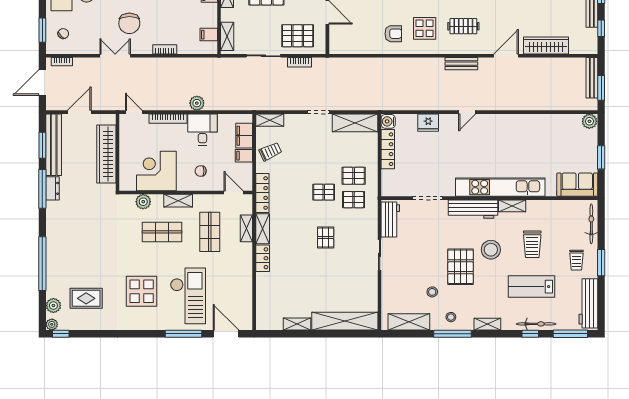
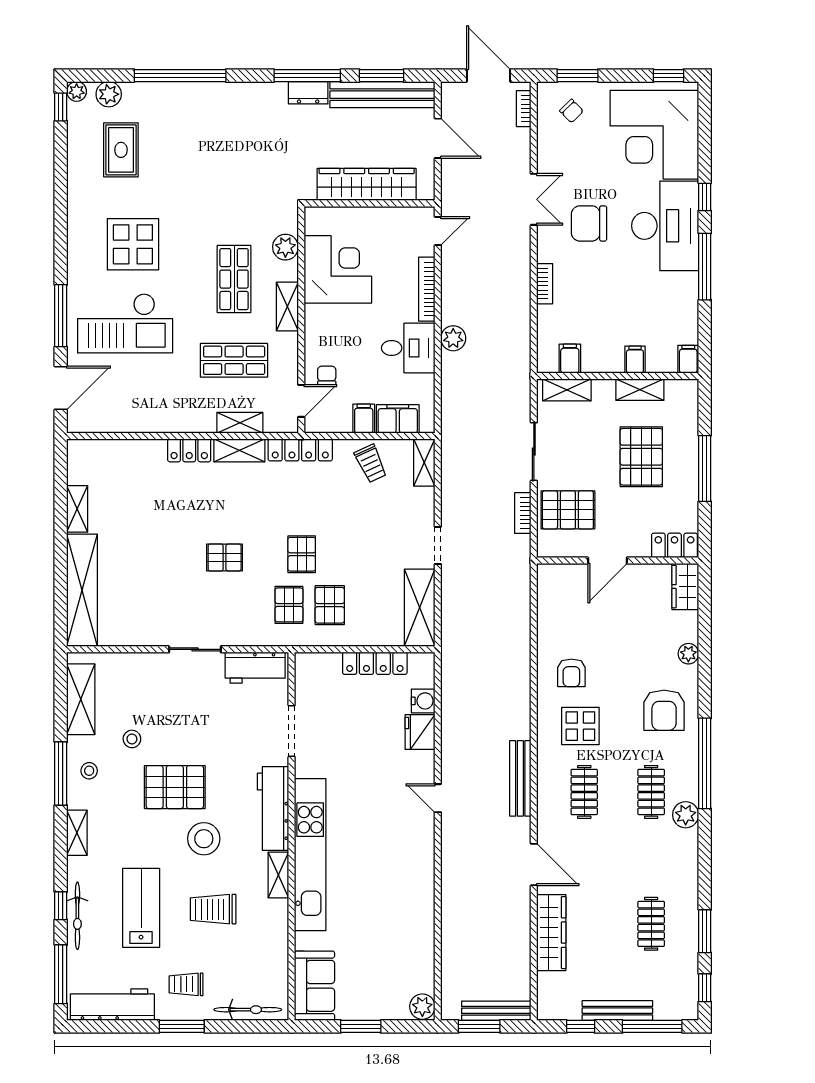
pallet: (298, 36) -> (568, 510), turned 90
bench: (461, 64) -> (520, 778), width x1.36
water cooler: (388, 121) -> (423, 701), moved, turned 90
chair: (201, 171) -> (327, 375), moved

